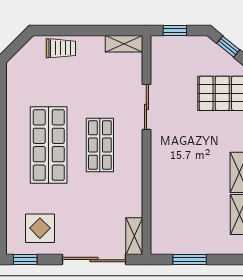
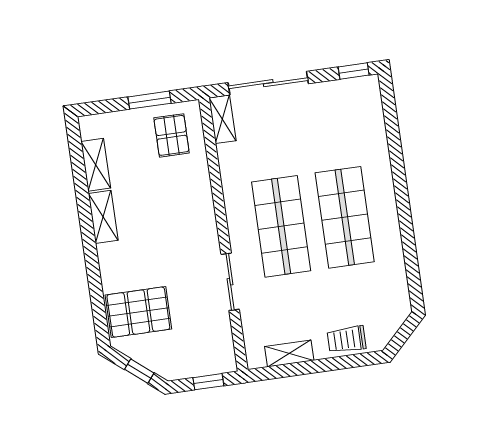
shelving: (124, 44) -> (289, 353), moved
shop shelf: (100, 145) -> (281, 226), width x1.43, depth x1.36
display table: (40, 228) -> (341, 112), removed
pallet: (176, 229) -> (172, 135), added

